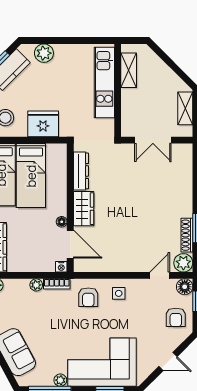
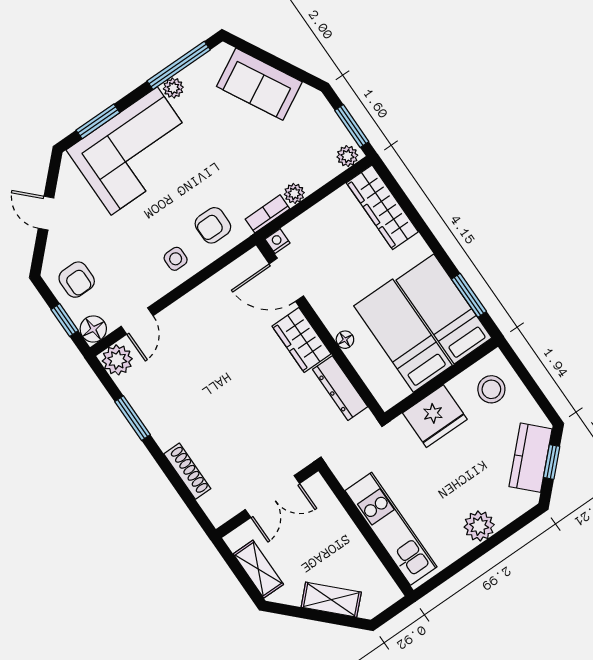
plant: (44, 53) -> (479, 526), moved
shelving: (129, 70) -> (331, 600), moved, turned -45
double door: (153, 140) -> (272, 496), swing flipped
floor lamp: (62, 222) -> (345, 340), moved
shoe rack: (187, 235) -> (187, 471), moved
armchair: (88, 297) -> (213, 225), turned -90
armchair: (176, 317) -> (77, 280), turned 180
door: (168, 362) -> (46, 213), hinge flipped

